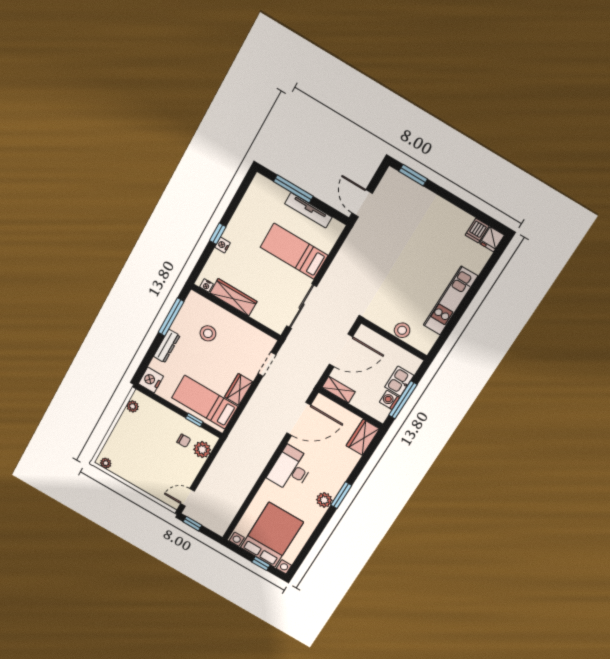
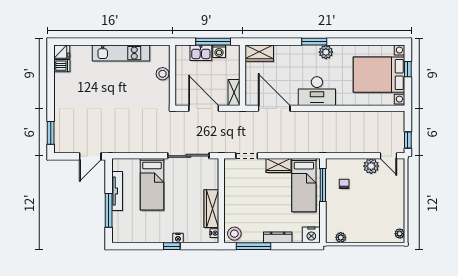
stool: (208, 333) -> (234, 234), moved
window: (194, 420) -> (323, 185), width x2.17
plant: (202, 450) -> (371, 166), moved

